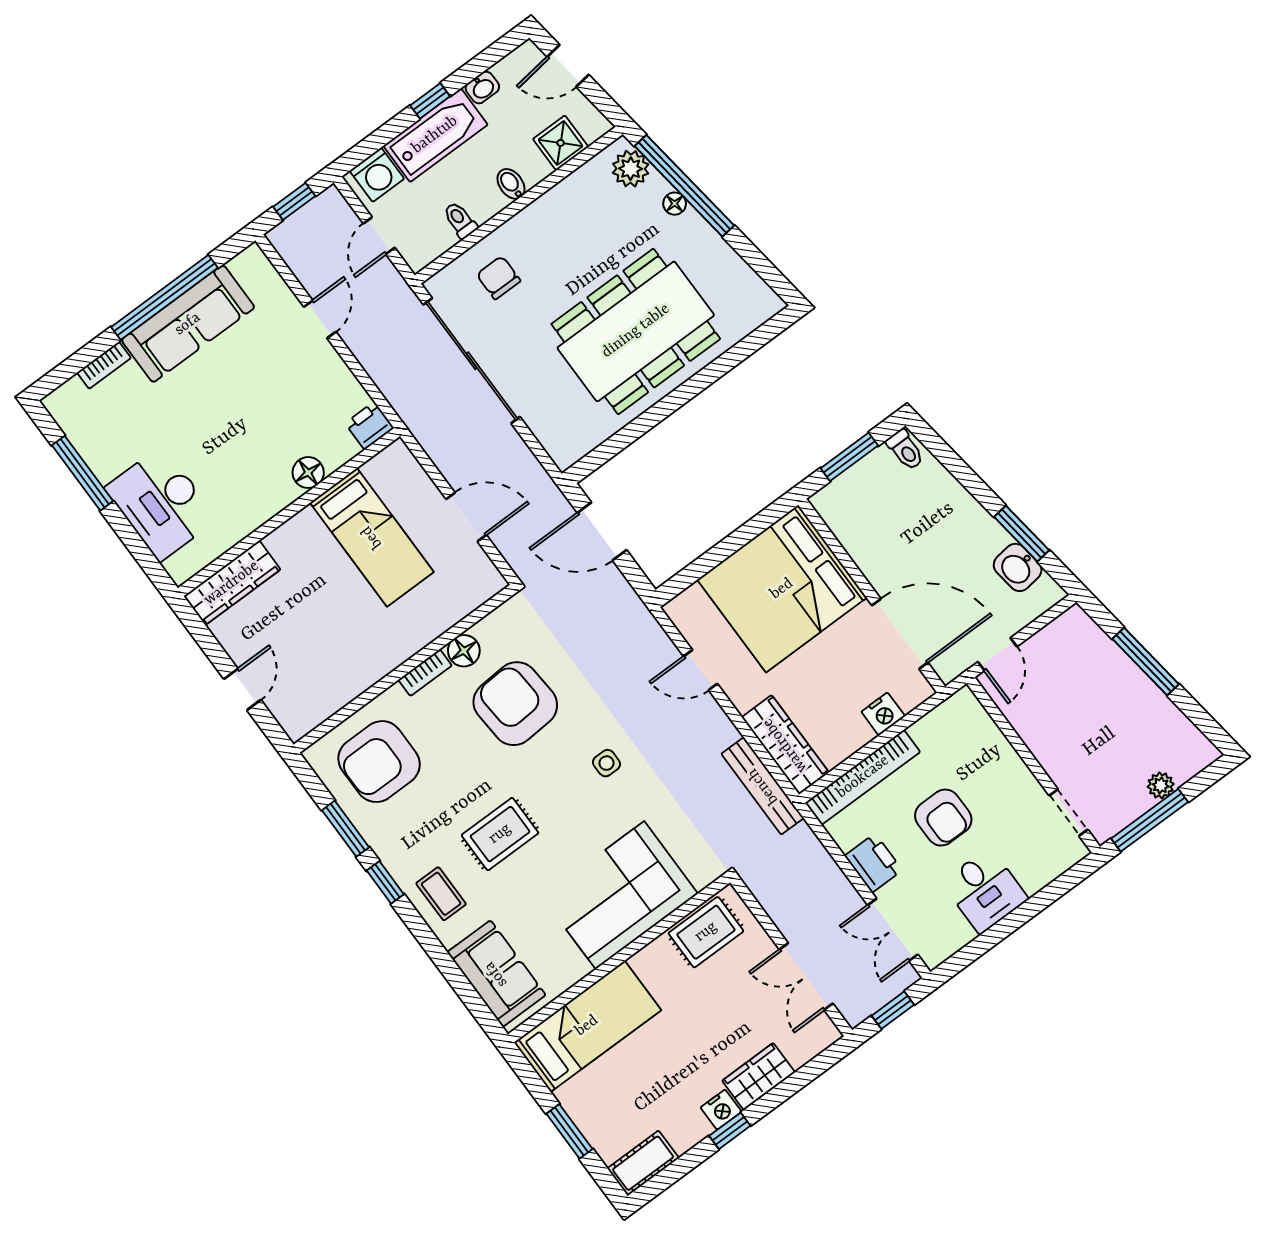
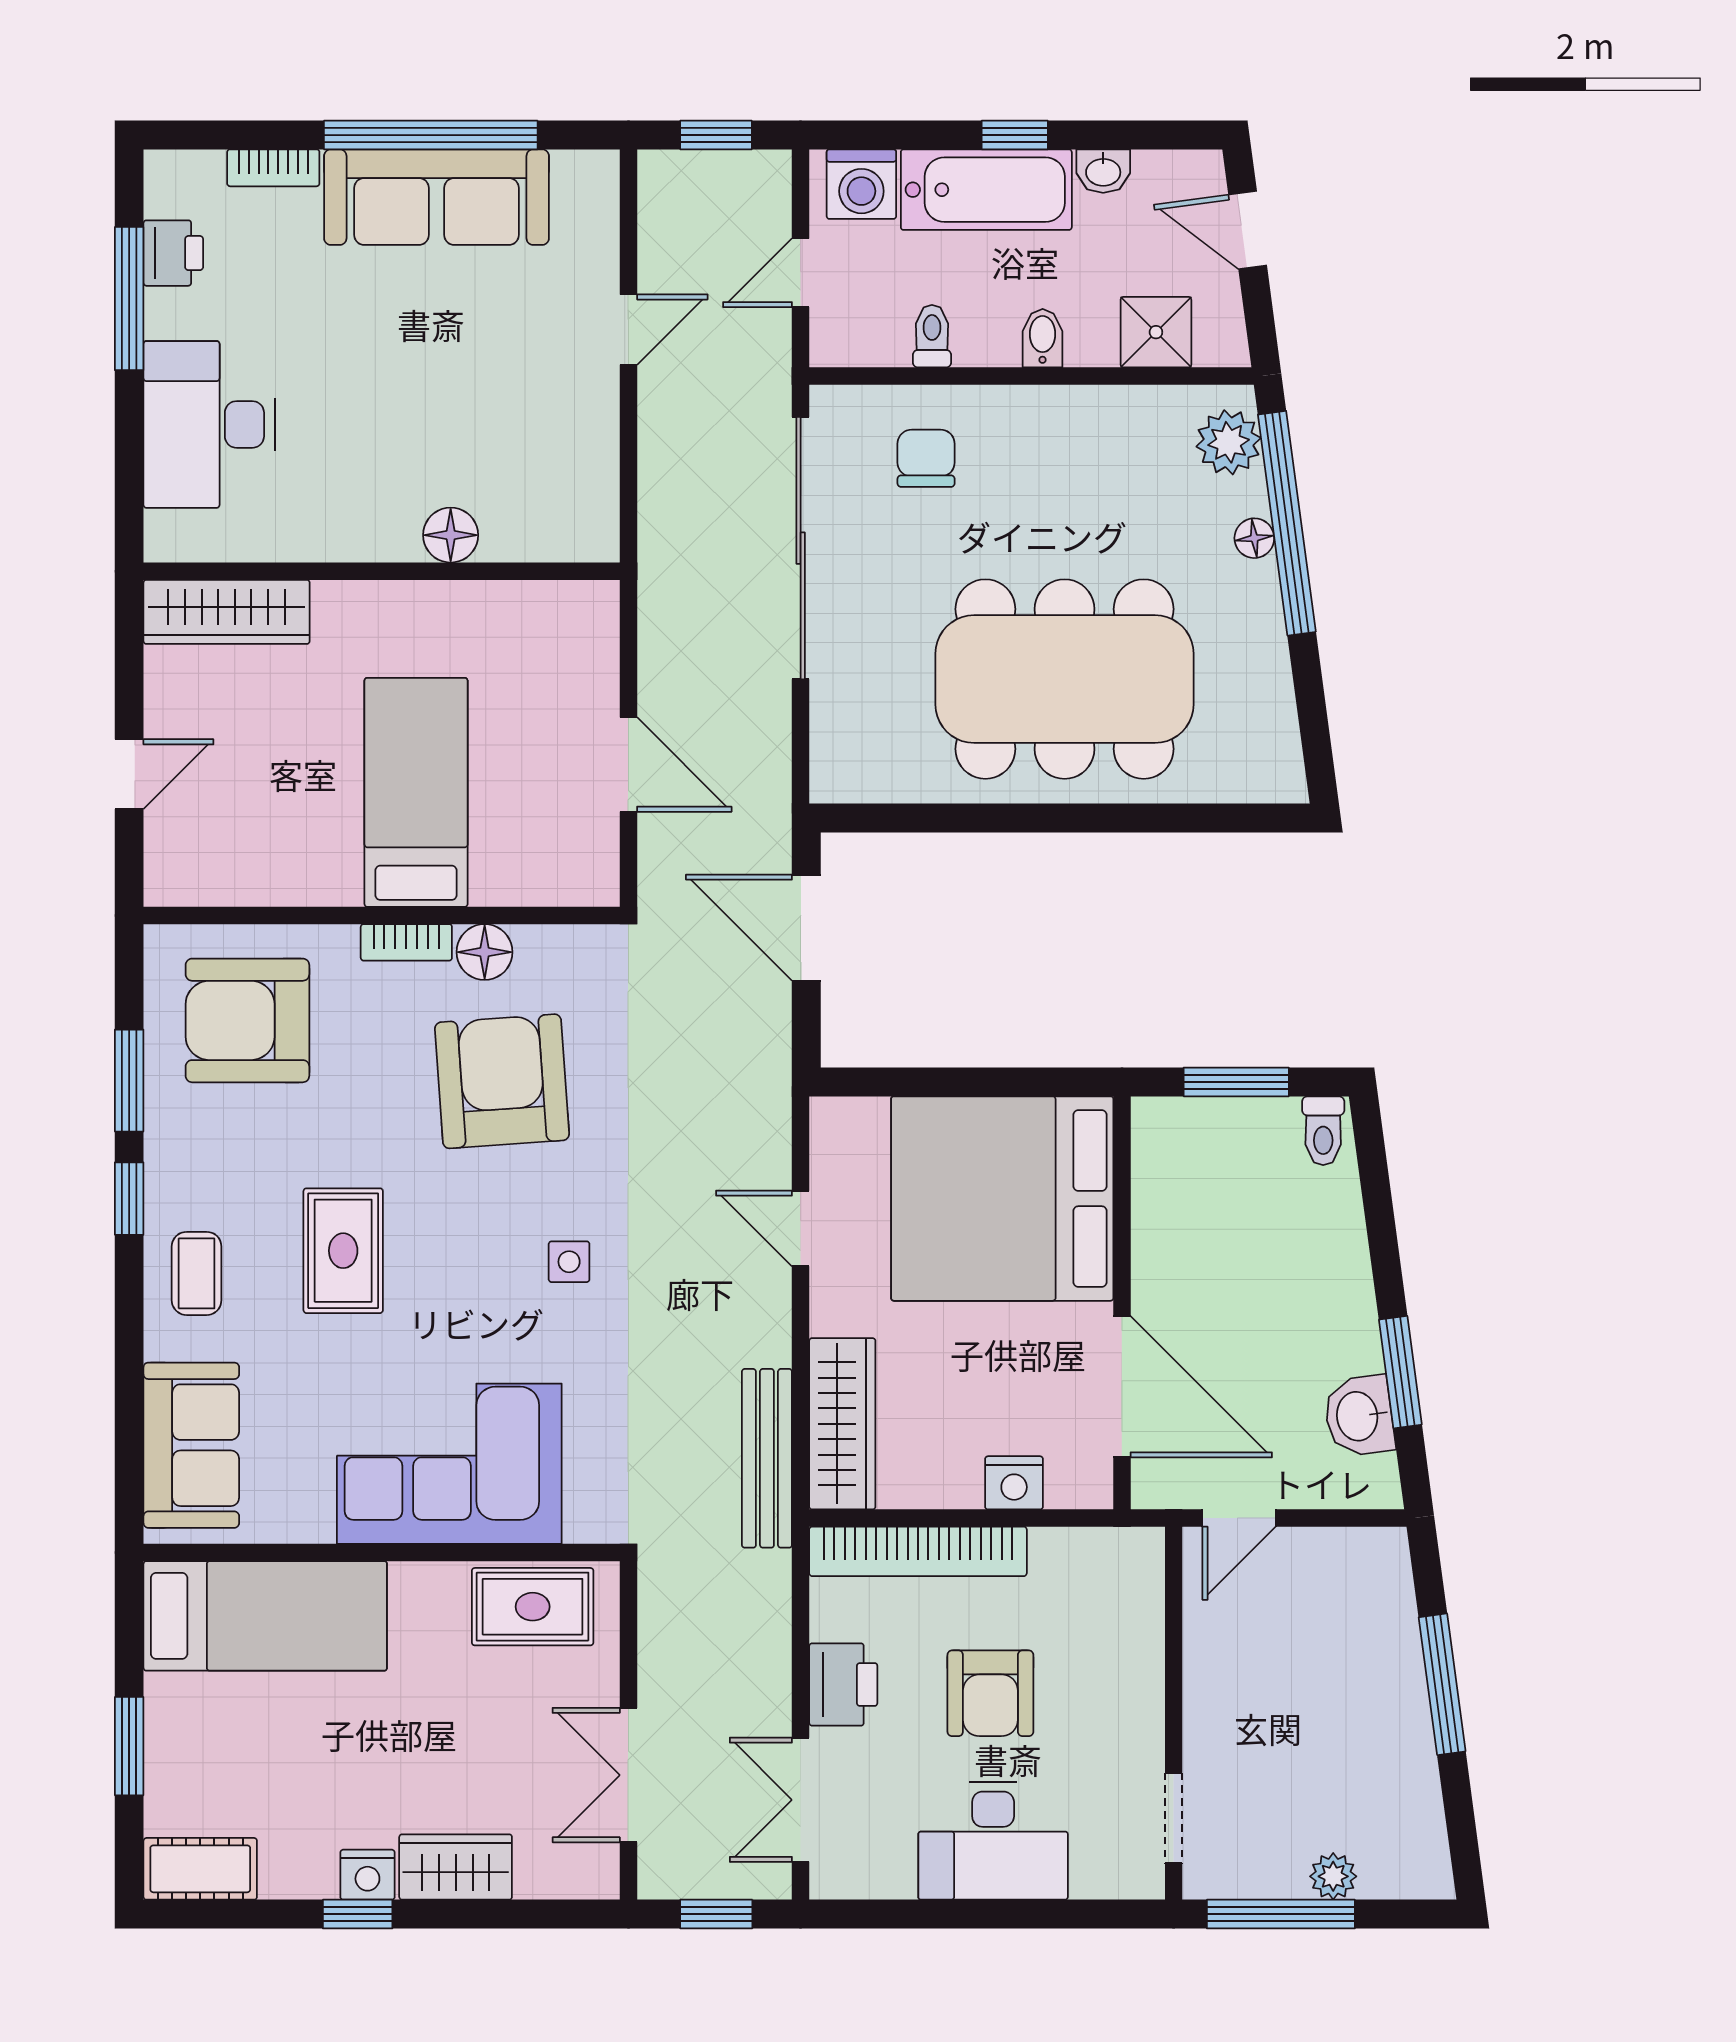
printer: (369, 426) -> (173, 253), moved, turned 90
bed: (372, 537) -> (416, 792), moved, turned 180
rug: (500, 834) -> (343, 1251), turned 90
desk: (985, 891) -> (993, 1841), width x1.37

